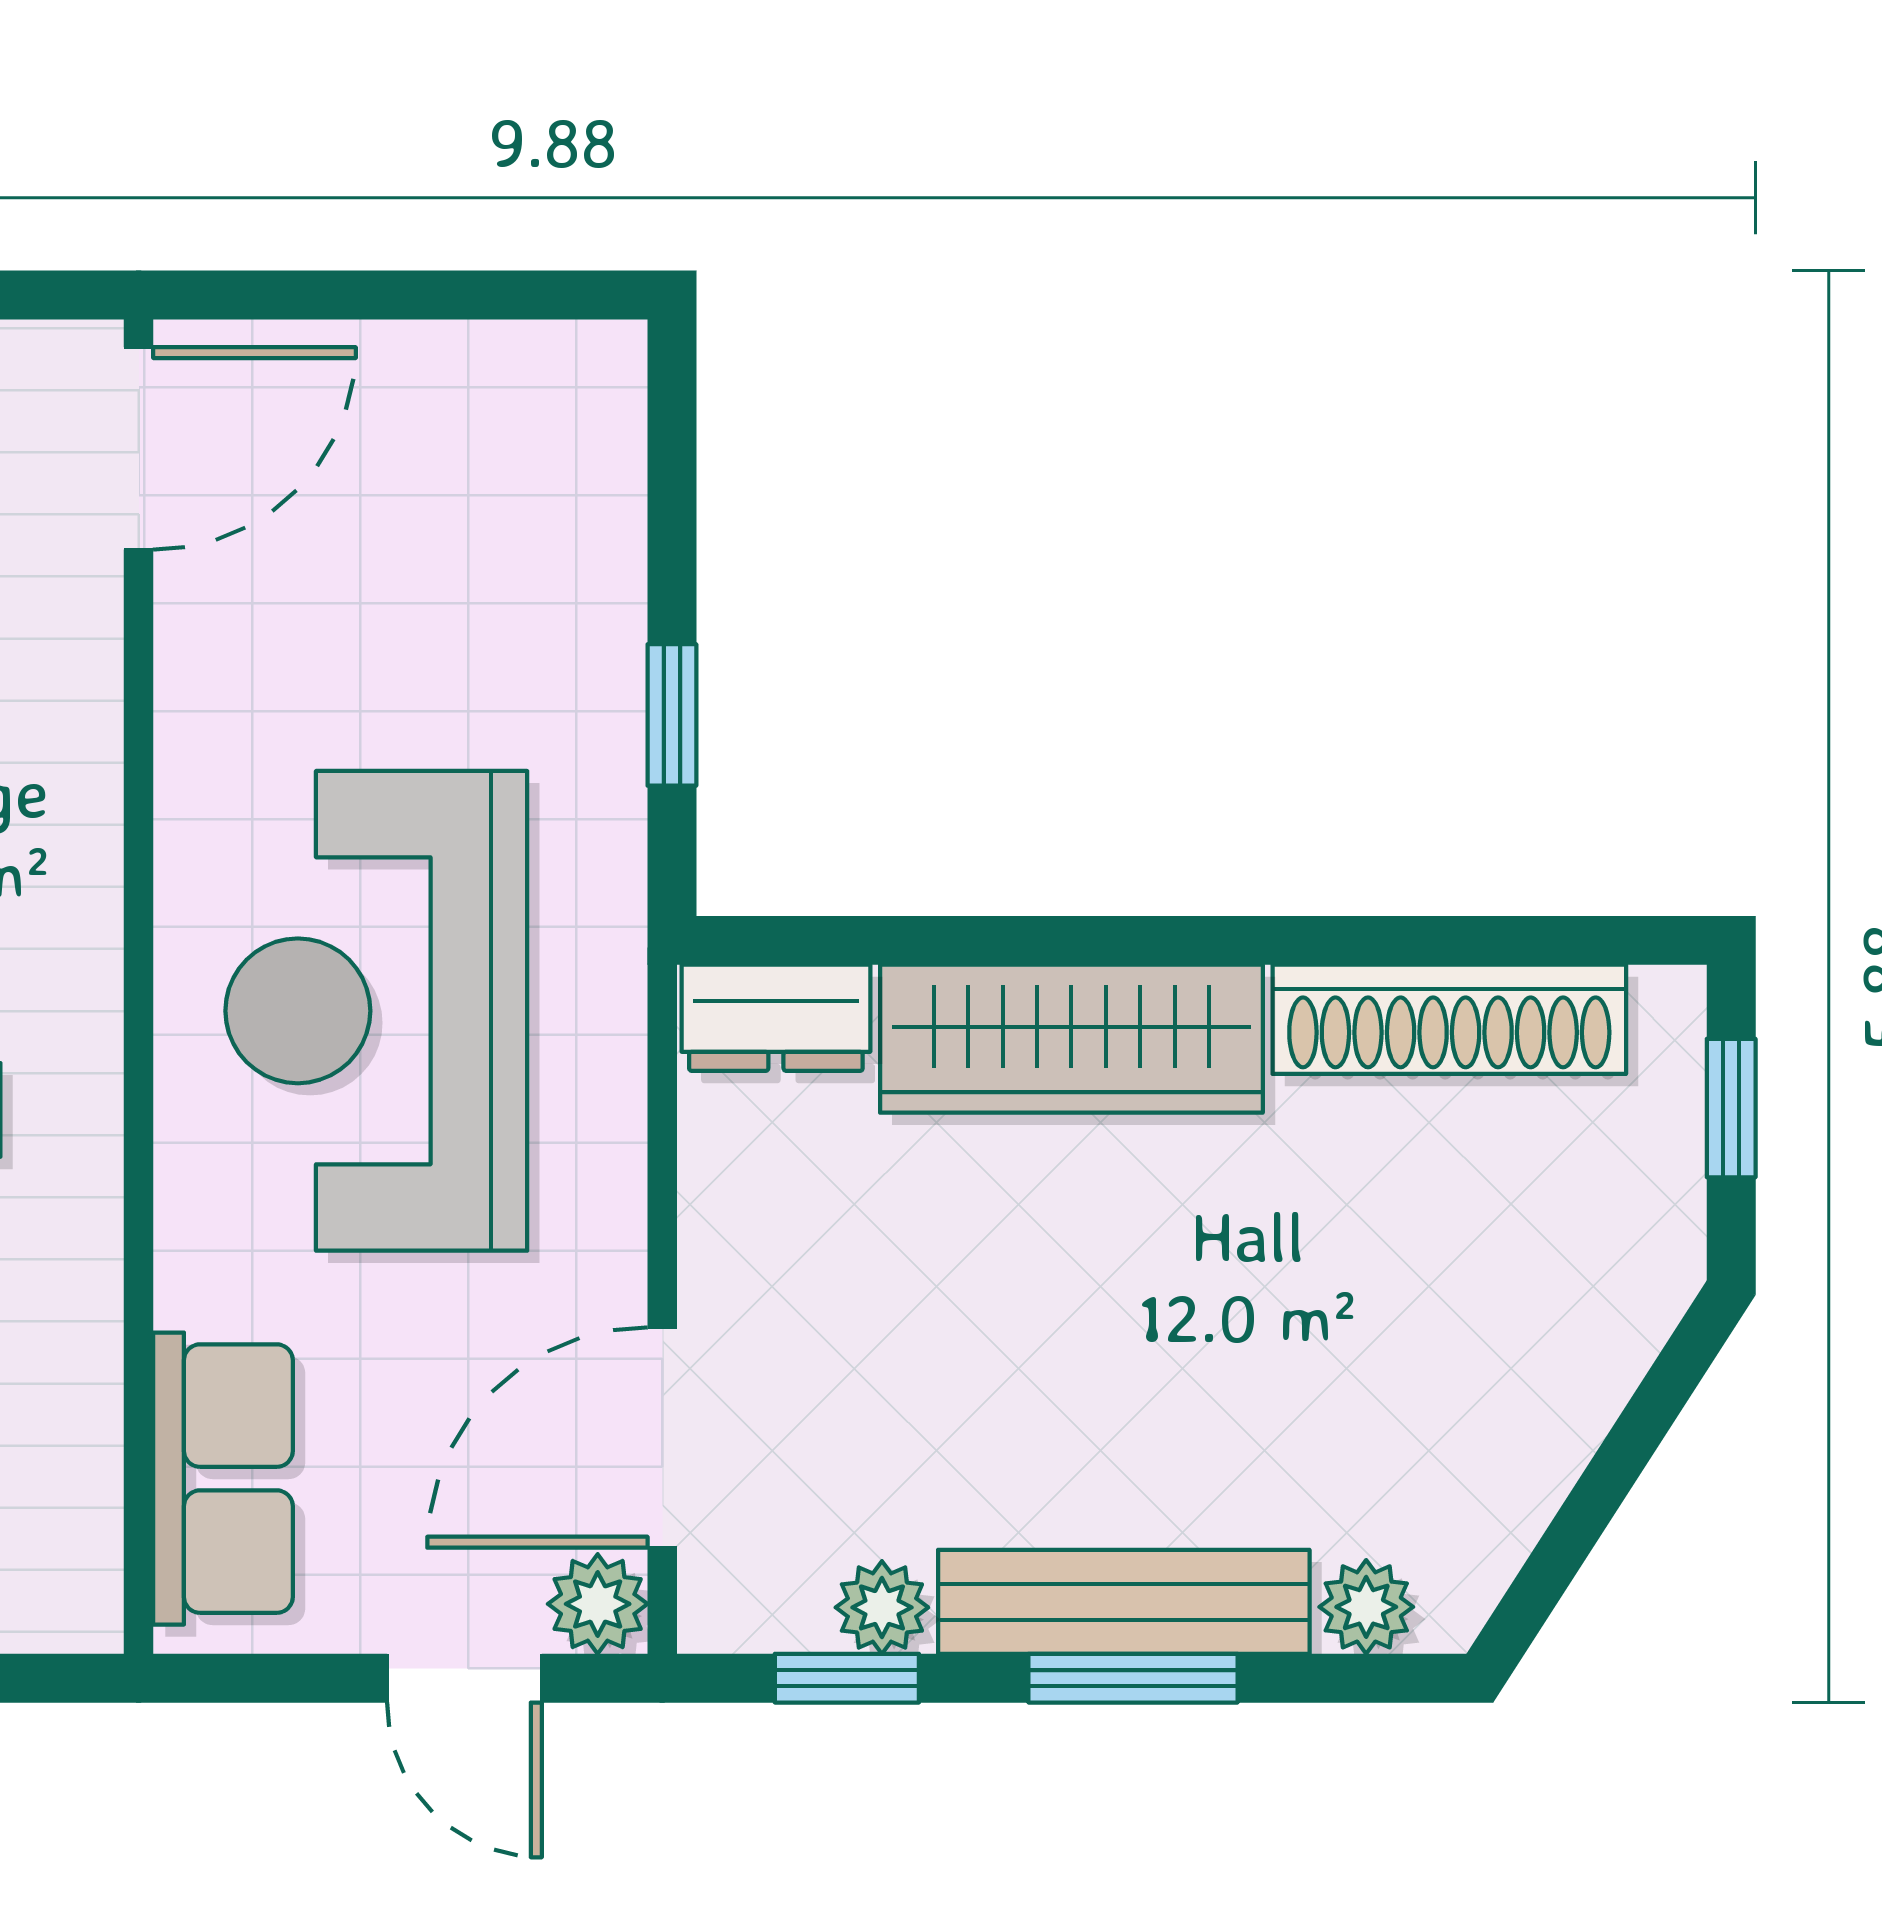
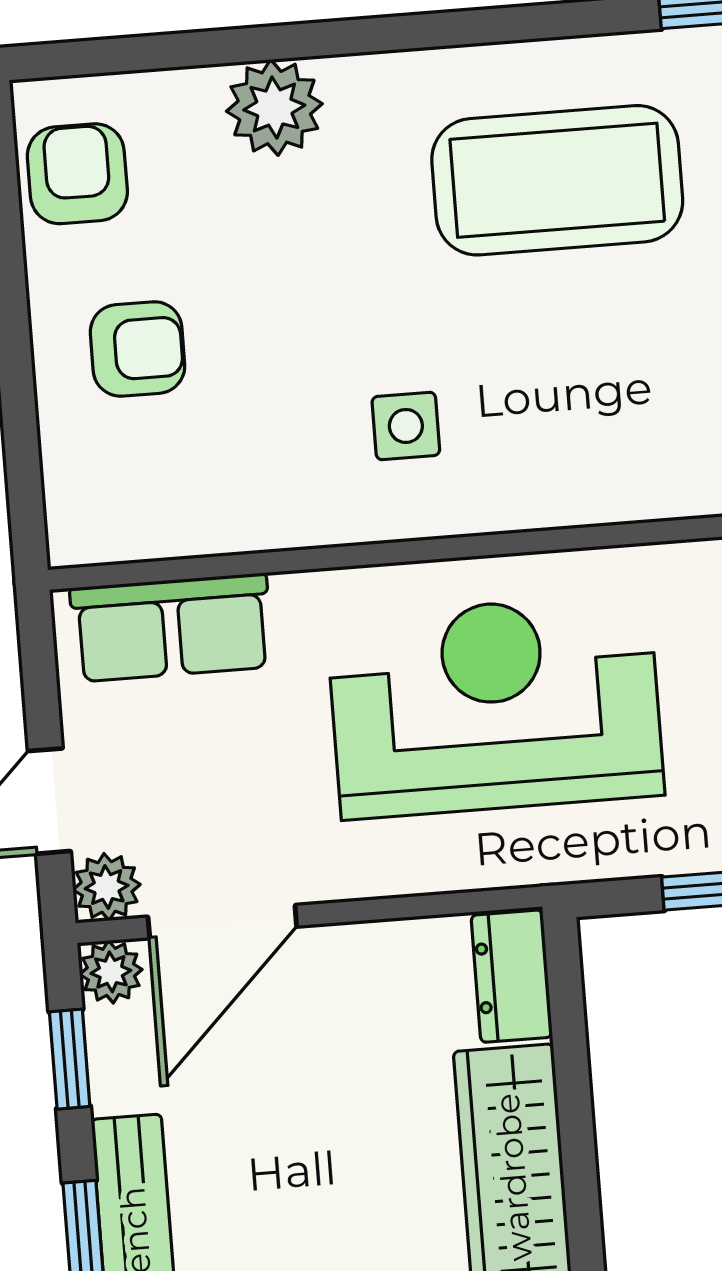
door: (662, 1438) -> (222, 922), swing flipped
plant: (882, 1607) -> (111, 972), moved

